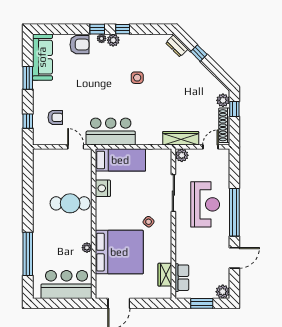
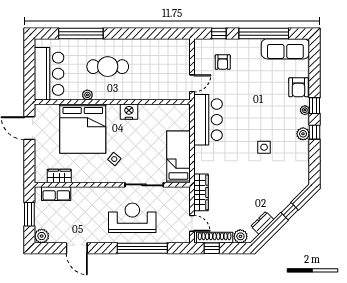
plant: (113, 40) -> (303, 134), moved
dresser: (177, 46) -> (262, 223), moved
window: (28, 78) -> (264, 33), width x2.11
window: (234, 109) -> (212, 248), moved
plant: (182, 155) -> (183, 194), removed
bed: (120, 160) -> (178, 157), moved, turned 180
nightstand: (103, 188) -> (129, 112), moved
cafe table: (70, 203) -> (108, 67), moved, turned 90
reception desk: (205, 204) -> (132, 218), turned 180
window: (234, 212) -> (142, 248), moved

